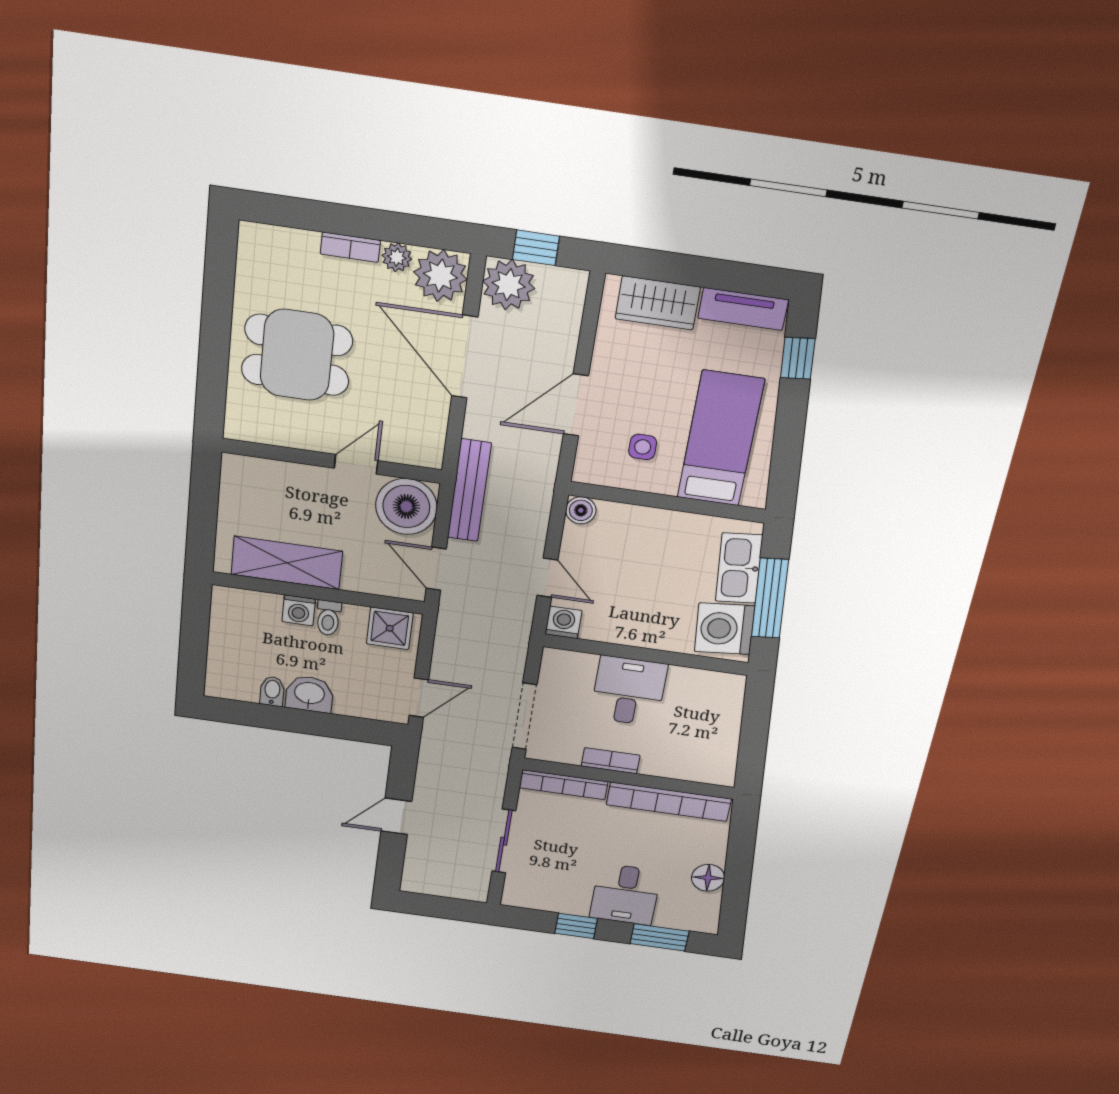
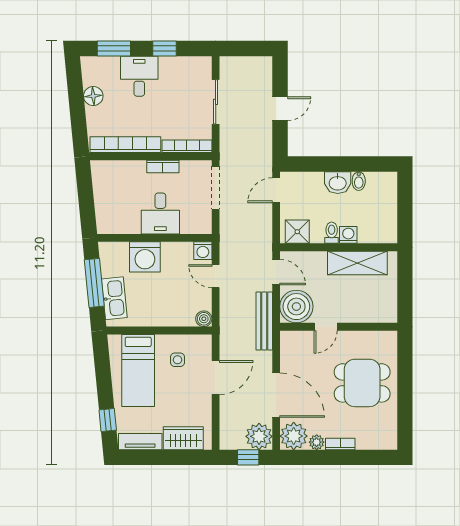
washing machine: (725, 629) -> (145, 257), moved, turned 96

